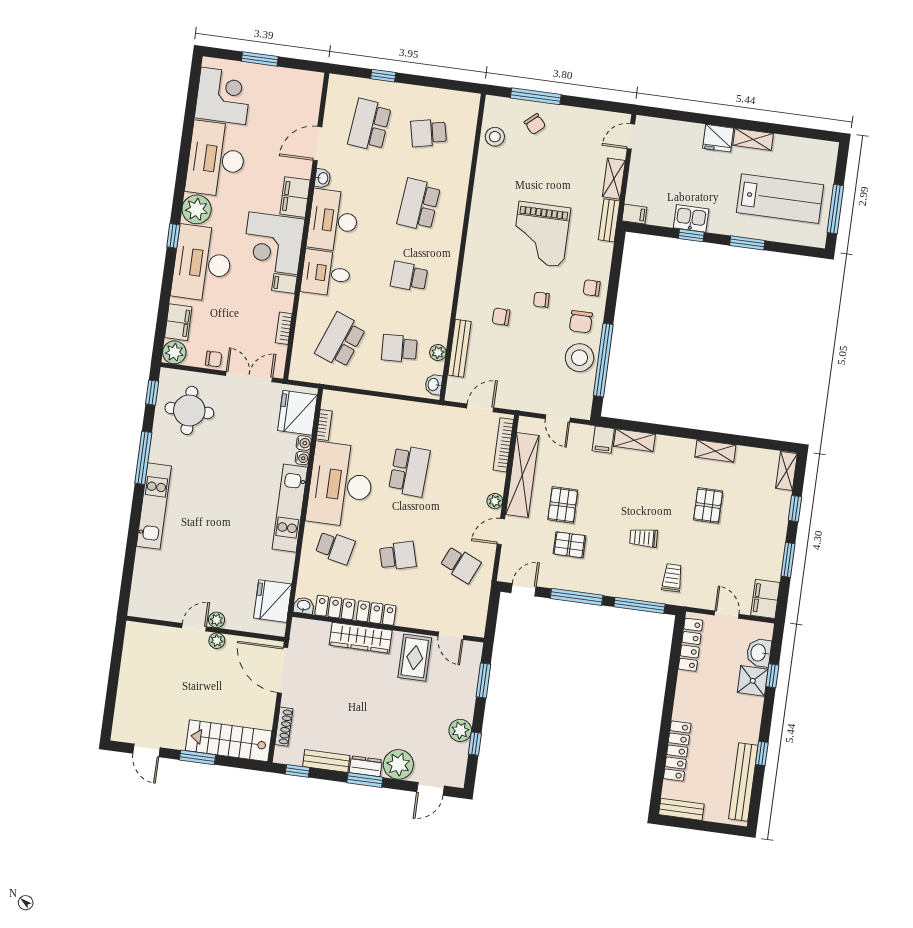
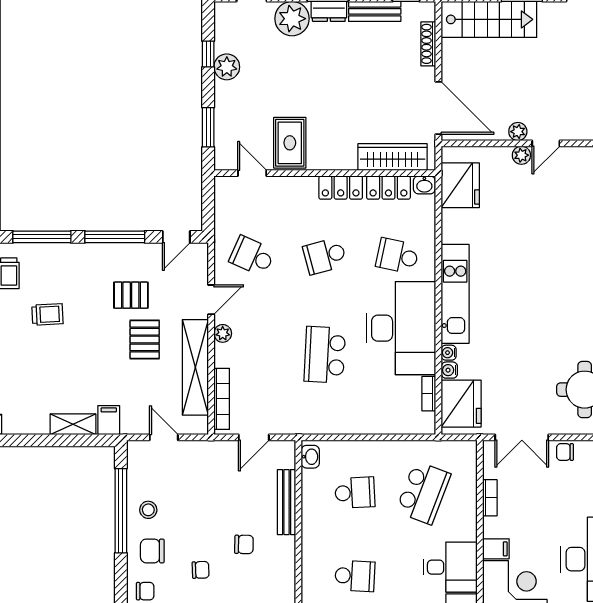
chair: (581, 322) -> (152, 551), turned -90
plant: (438, 353) -> (310, 494), removed
stool: (580, 358) -> (148, 510), width x0.53, depth x0.53
wardrobe: (361, 638) -> (393, 157), moved

